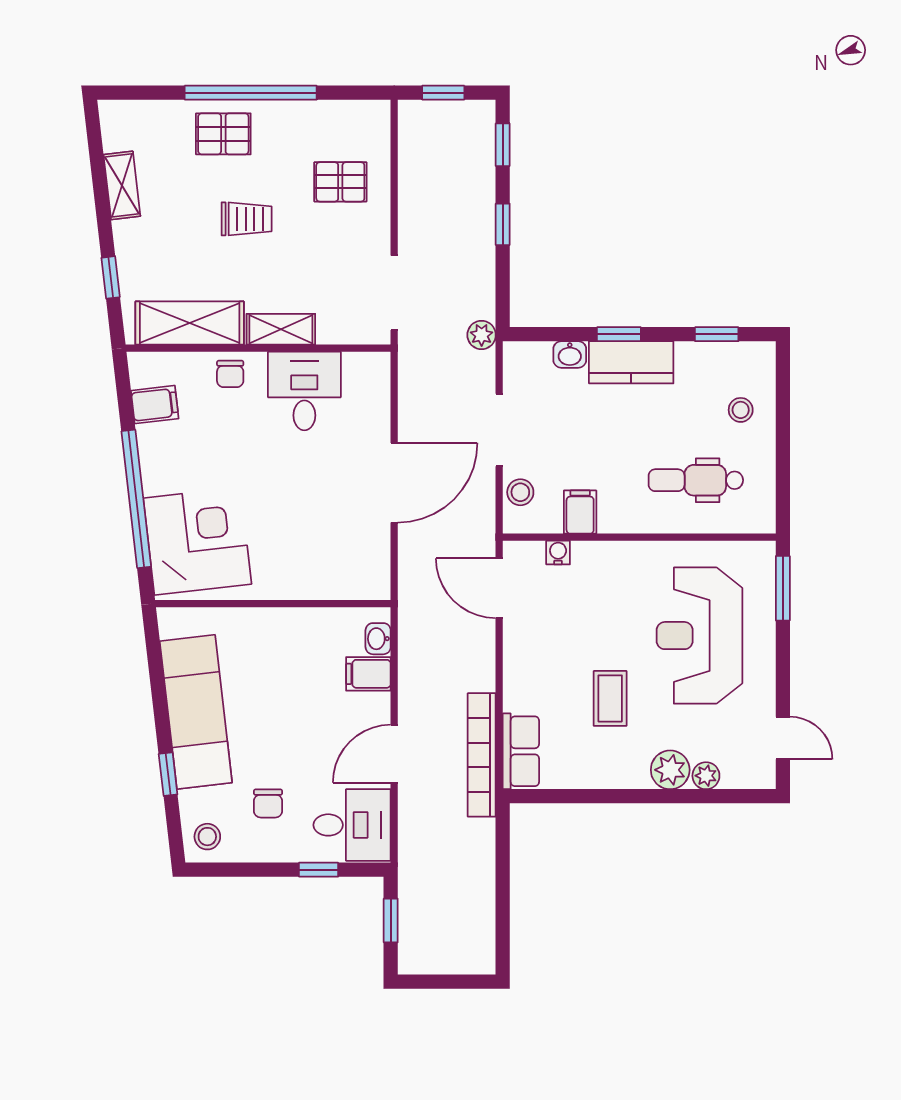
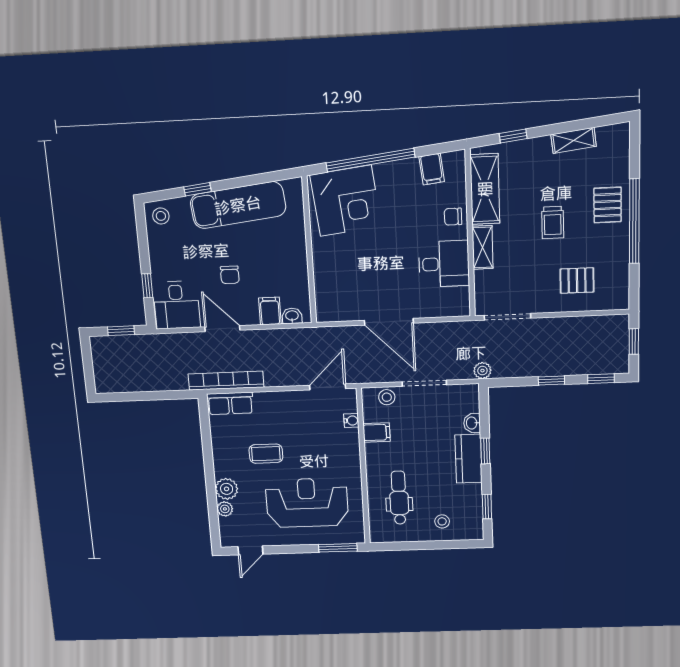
pallet: (340, 182) -> (577, 281), turned 90
chair: (268, 803) -> (230, 275), moved, turned -90

